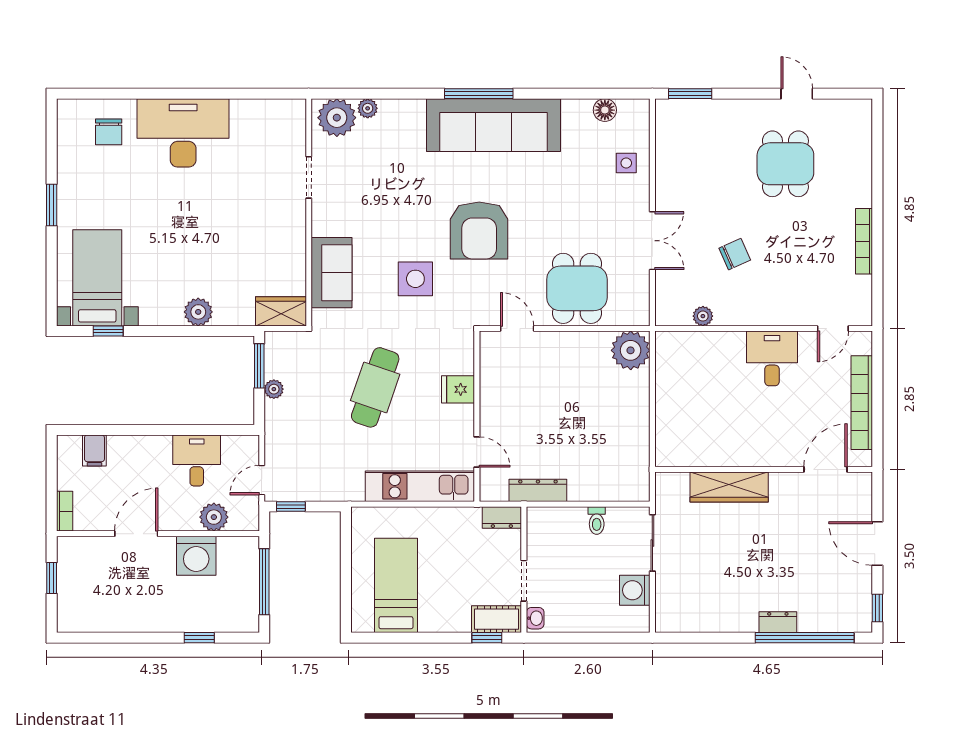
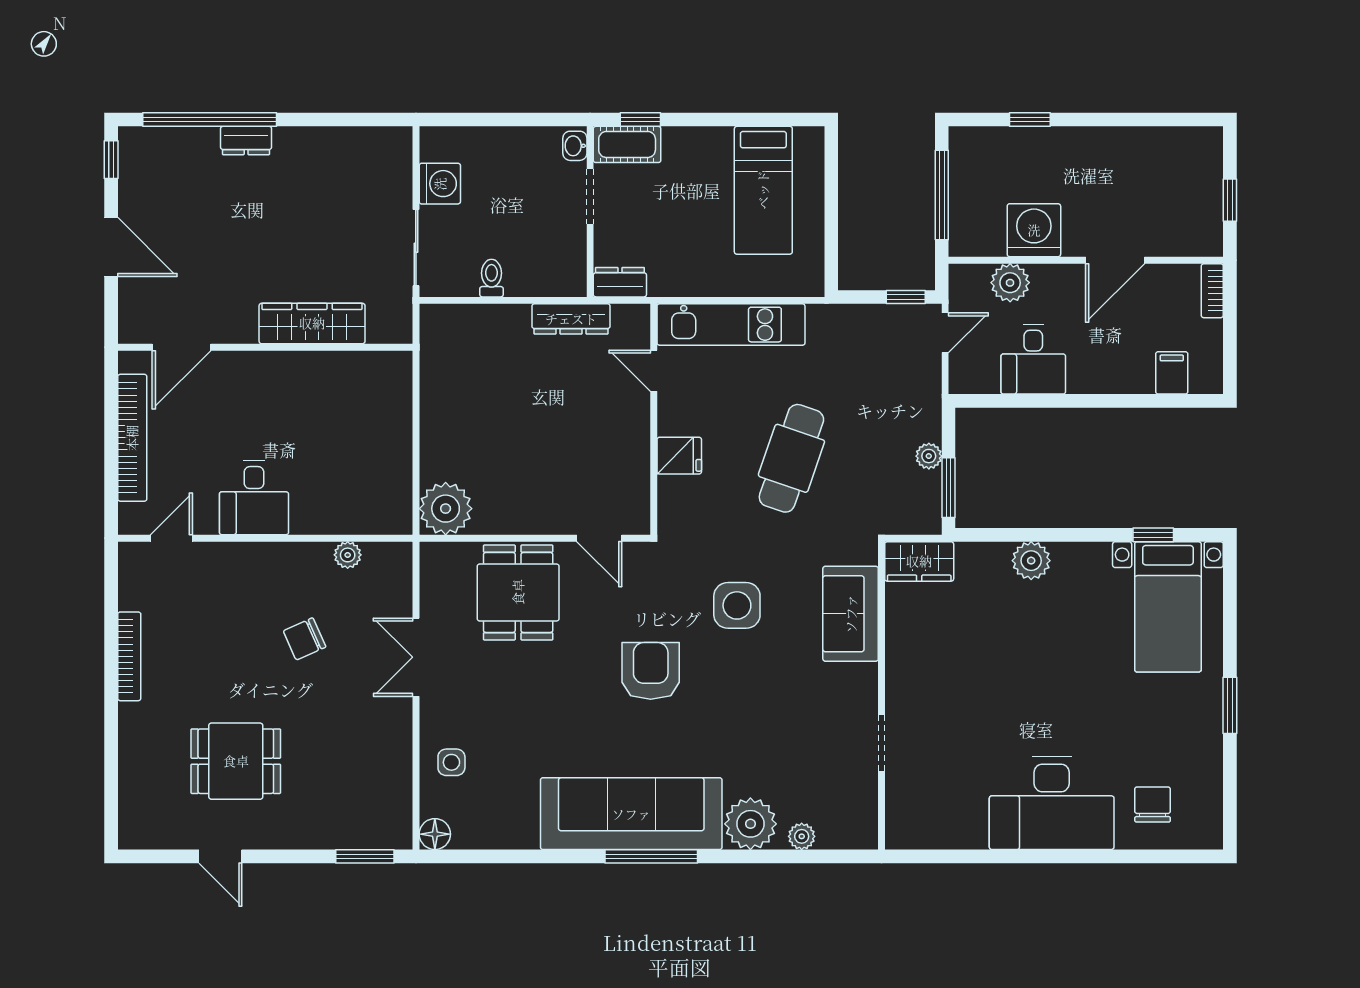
floor lamp: (605, 110) -> (435, 834), moved
plant: (337, 118) -> (750, 824), moved
dining table: (785, 164) -> (236, 761), turned 90
armchair: (479, 230) -> (651, 671), width x0.73, depth x0.73

